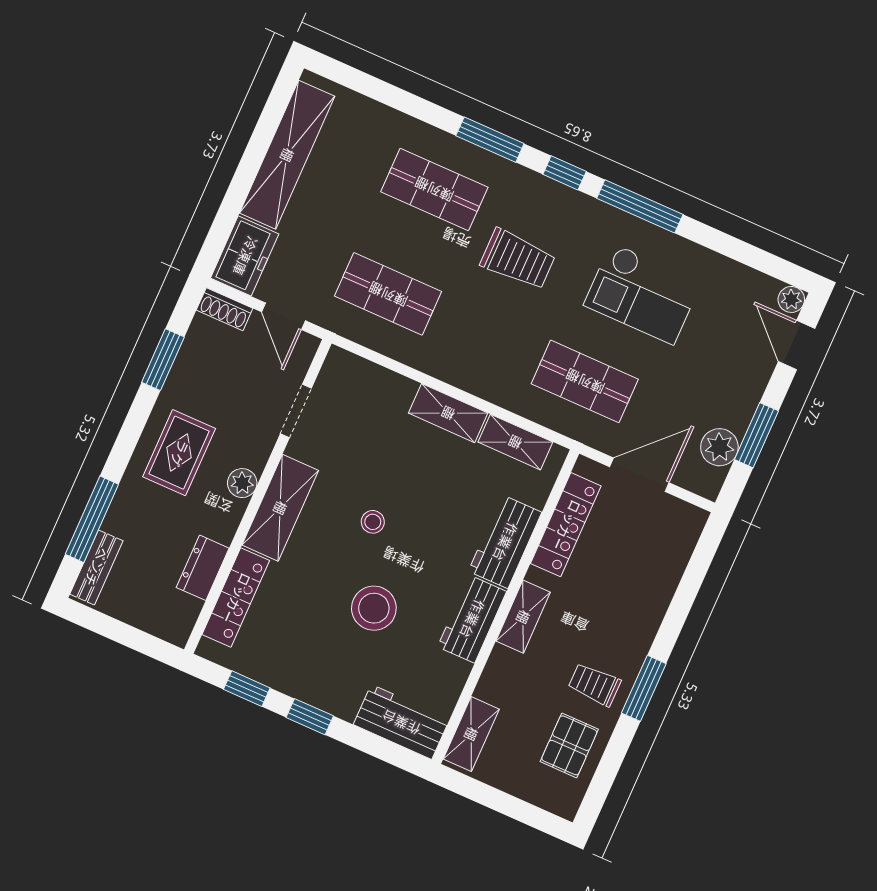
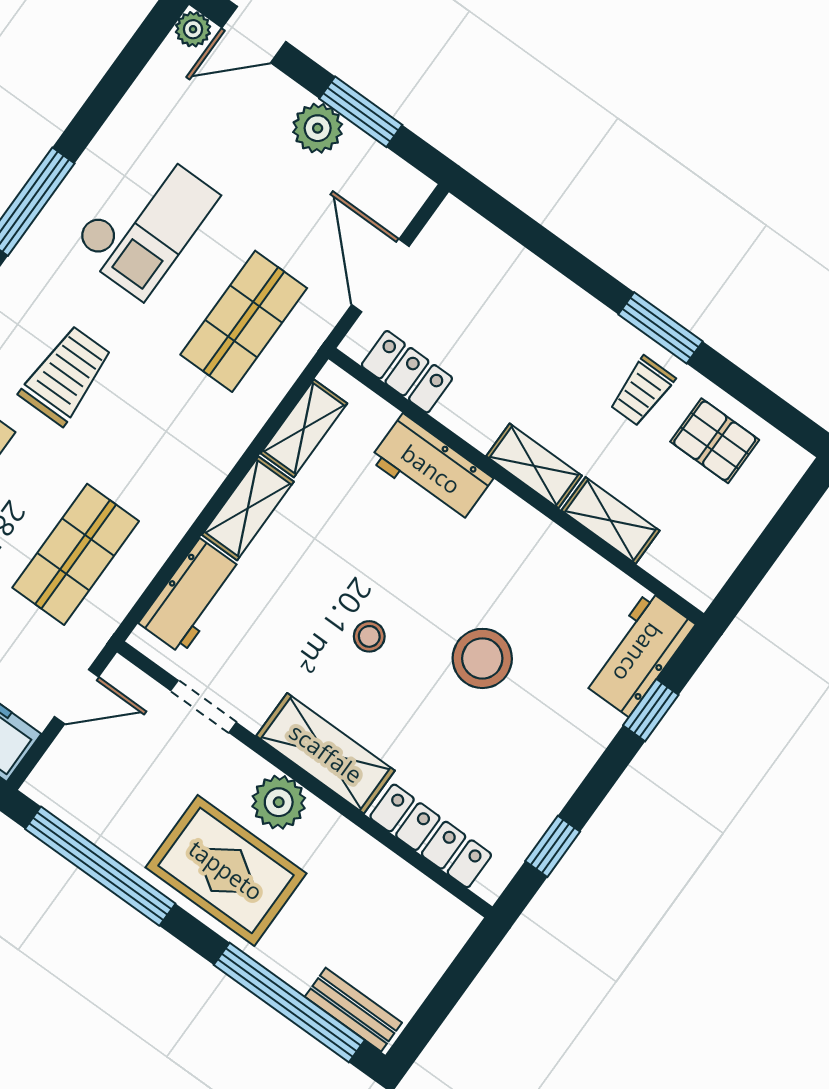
shoe rack: (225, 309) -> (51, 772), removed
window: (163, 360) -> (100, 866), width x2.11
plant: (719, 447) -> (318, 128), moved
rug: (179, 453) -> (226, 870), width x1.36, depth x1.43
plant: (242, 483) -> (279, 802), width x1.38, depth x1.38
window: (92, 519) -> (289, 1002), width x1.46
locker: (566, 525) -> (407, 372), width x0.66
dresser: (203, 568) -> (383, 871), removed
workbench: (472, 619) -> (191, 596), moved, turned -90
window: (310, 717) -> (651, 710), moved
shelving: (471, 734) -> (611, 520), moved

